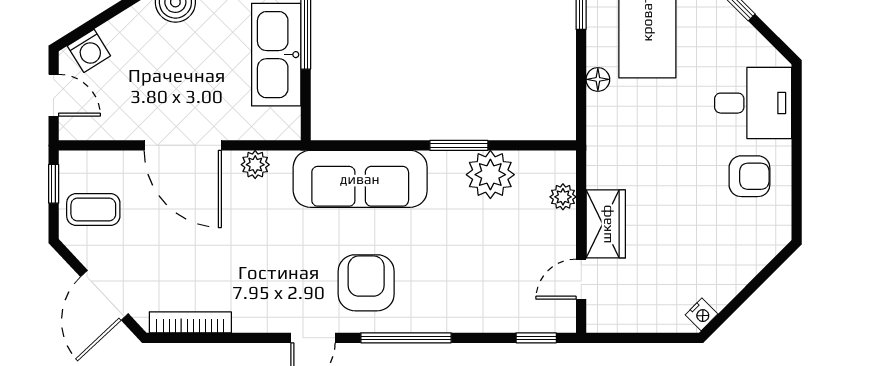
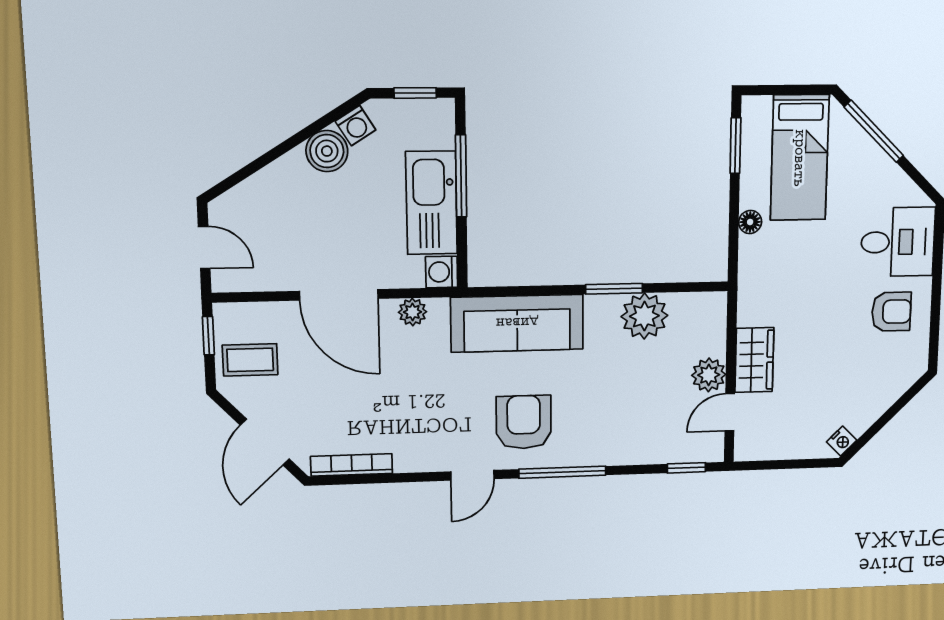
washing machine: (89, 51) -> (442, 272), moved, turned 122
plant: (563, 197) -> (709, 375), moved, width x1.38, depth x1.38

